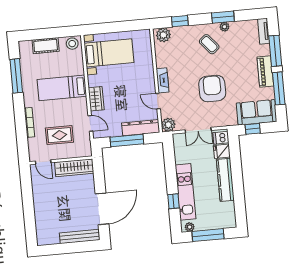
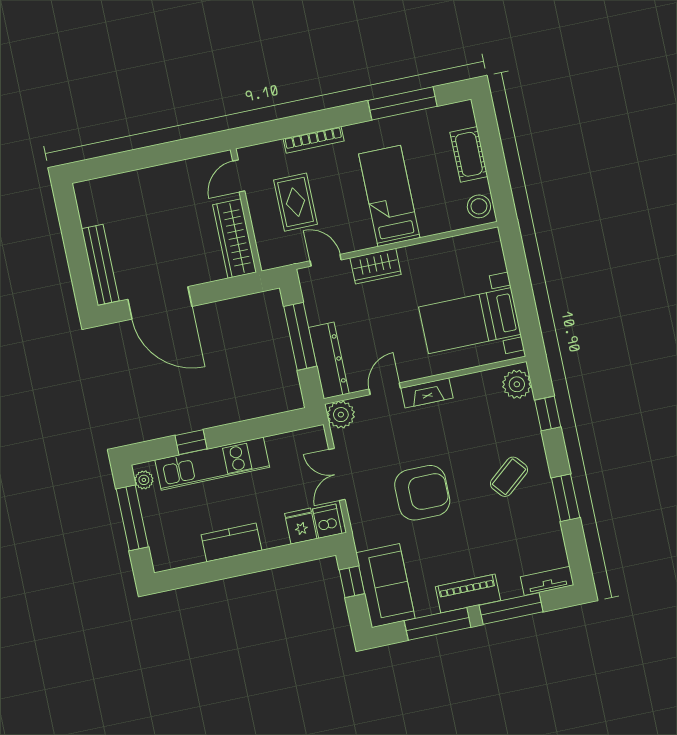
plant: (224, 27) -> (547, 503), removed
bed with nightstands: (109, 53) -> (470, 321), moved, turned 90
door: (90, 123) -> (326, 260), swing flipped
kitchen counter: (225, 180) -> (231, 542), width x0.67

